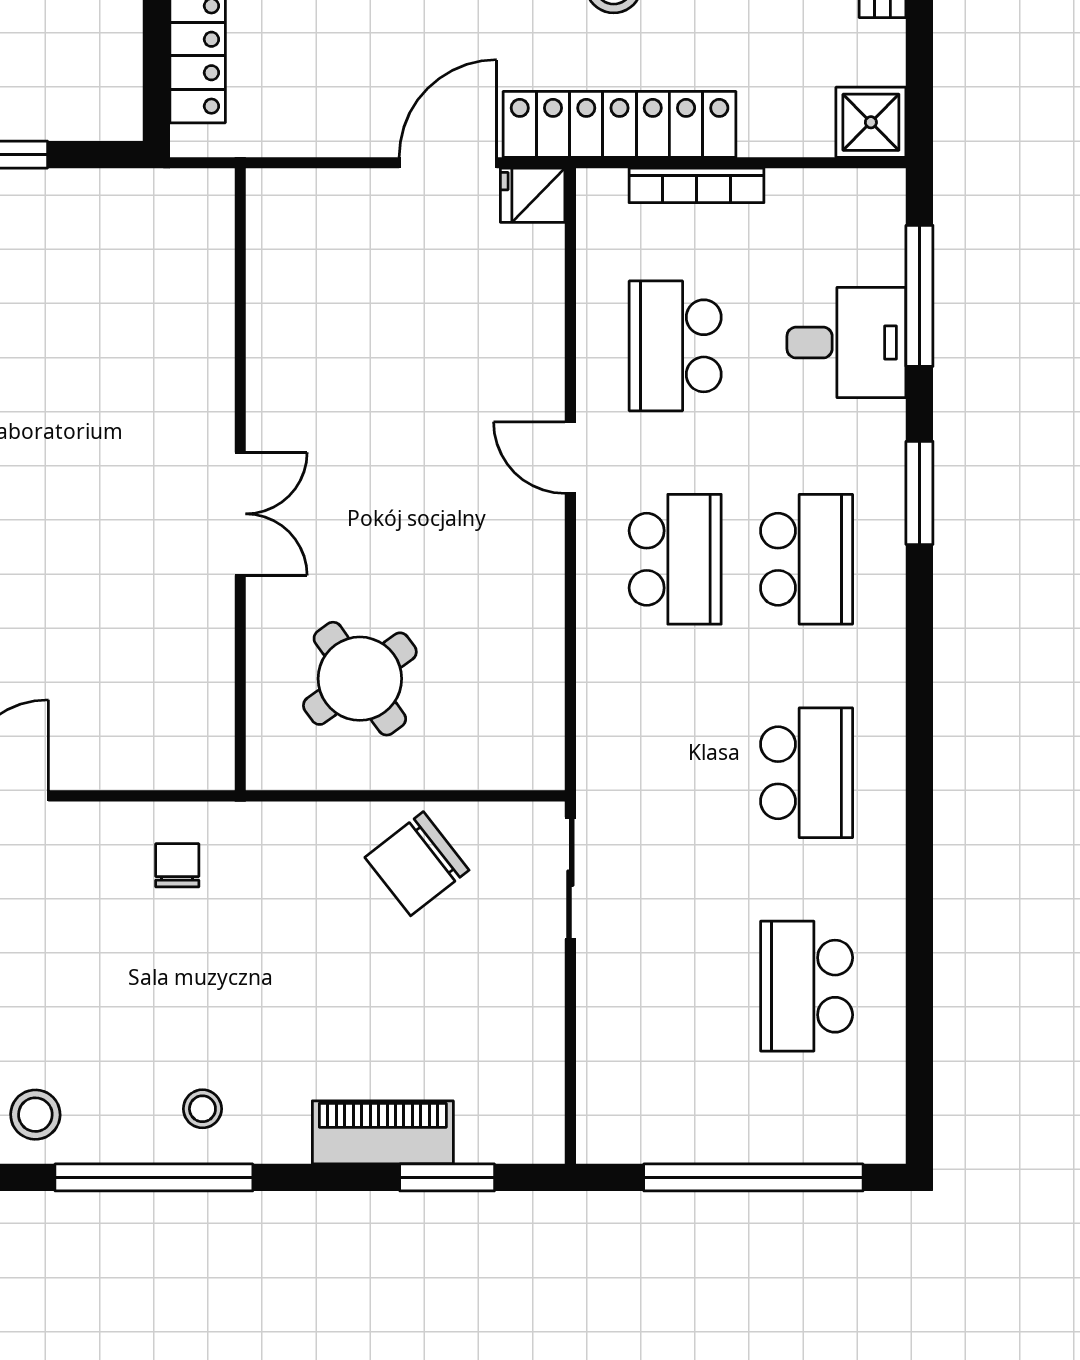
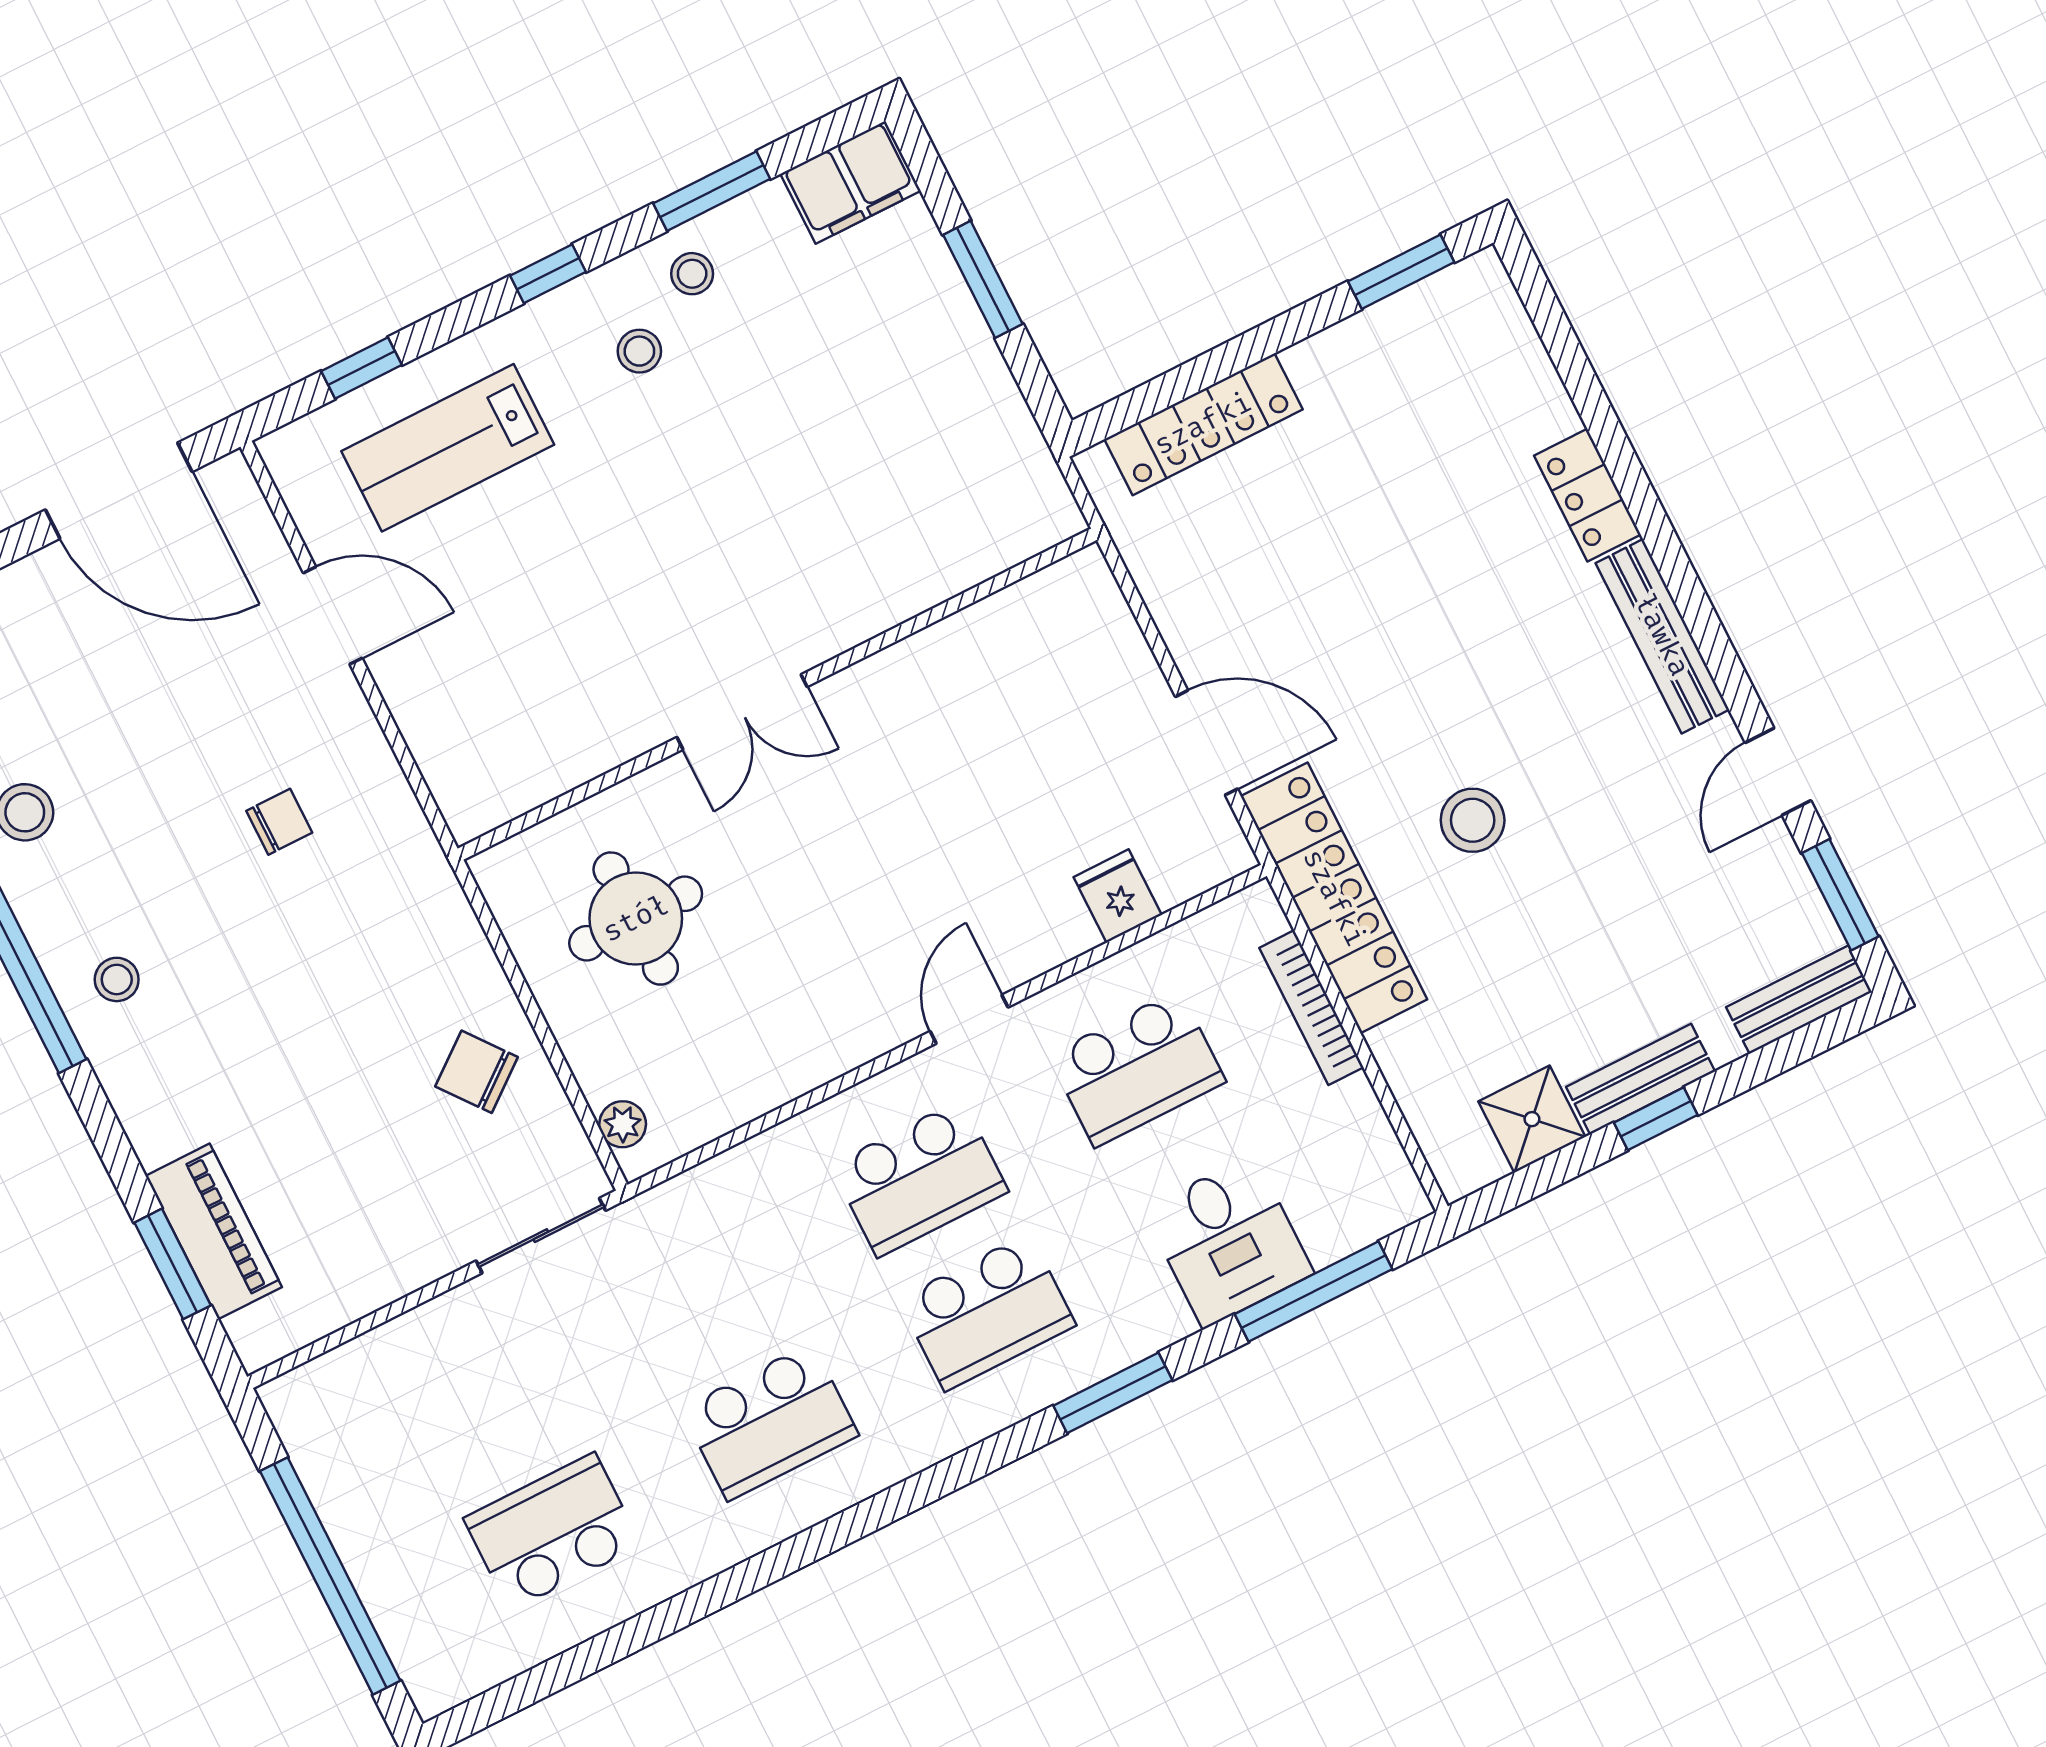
shower: (871, 122) -> (1532, 1119), moved
fridge: (533, 195) -> (1118, 896), moved
school desk: (675, 346) -> (1137, 1068), turned 180
round table: (360, 679) -> (636, 919), turned 36
plant: (516, 770) -> (623, 1124), added
chair: (417, 864) -> (477, 1072), width x0.73, depth x0.73
chair: (177, 865) -> (279, 822), moved
piano: (383, 1132) -> (214, 1231), moved

